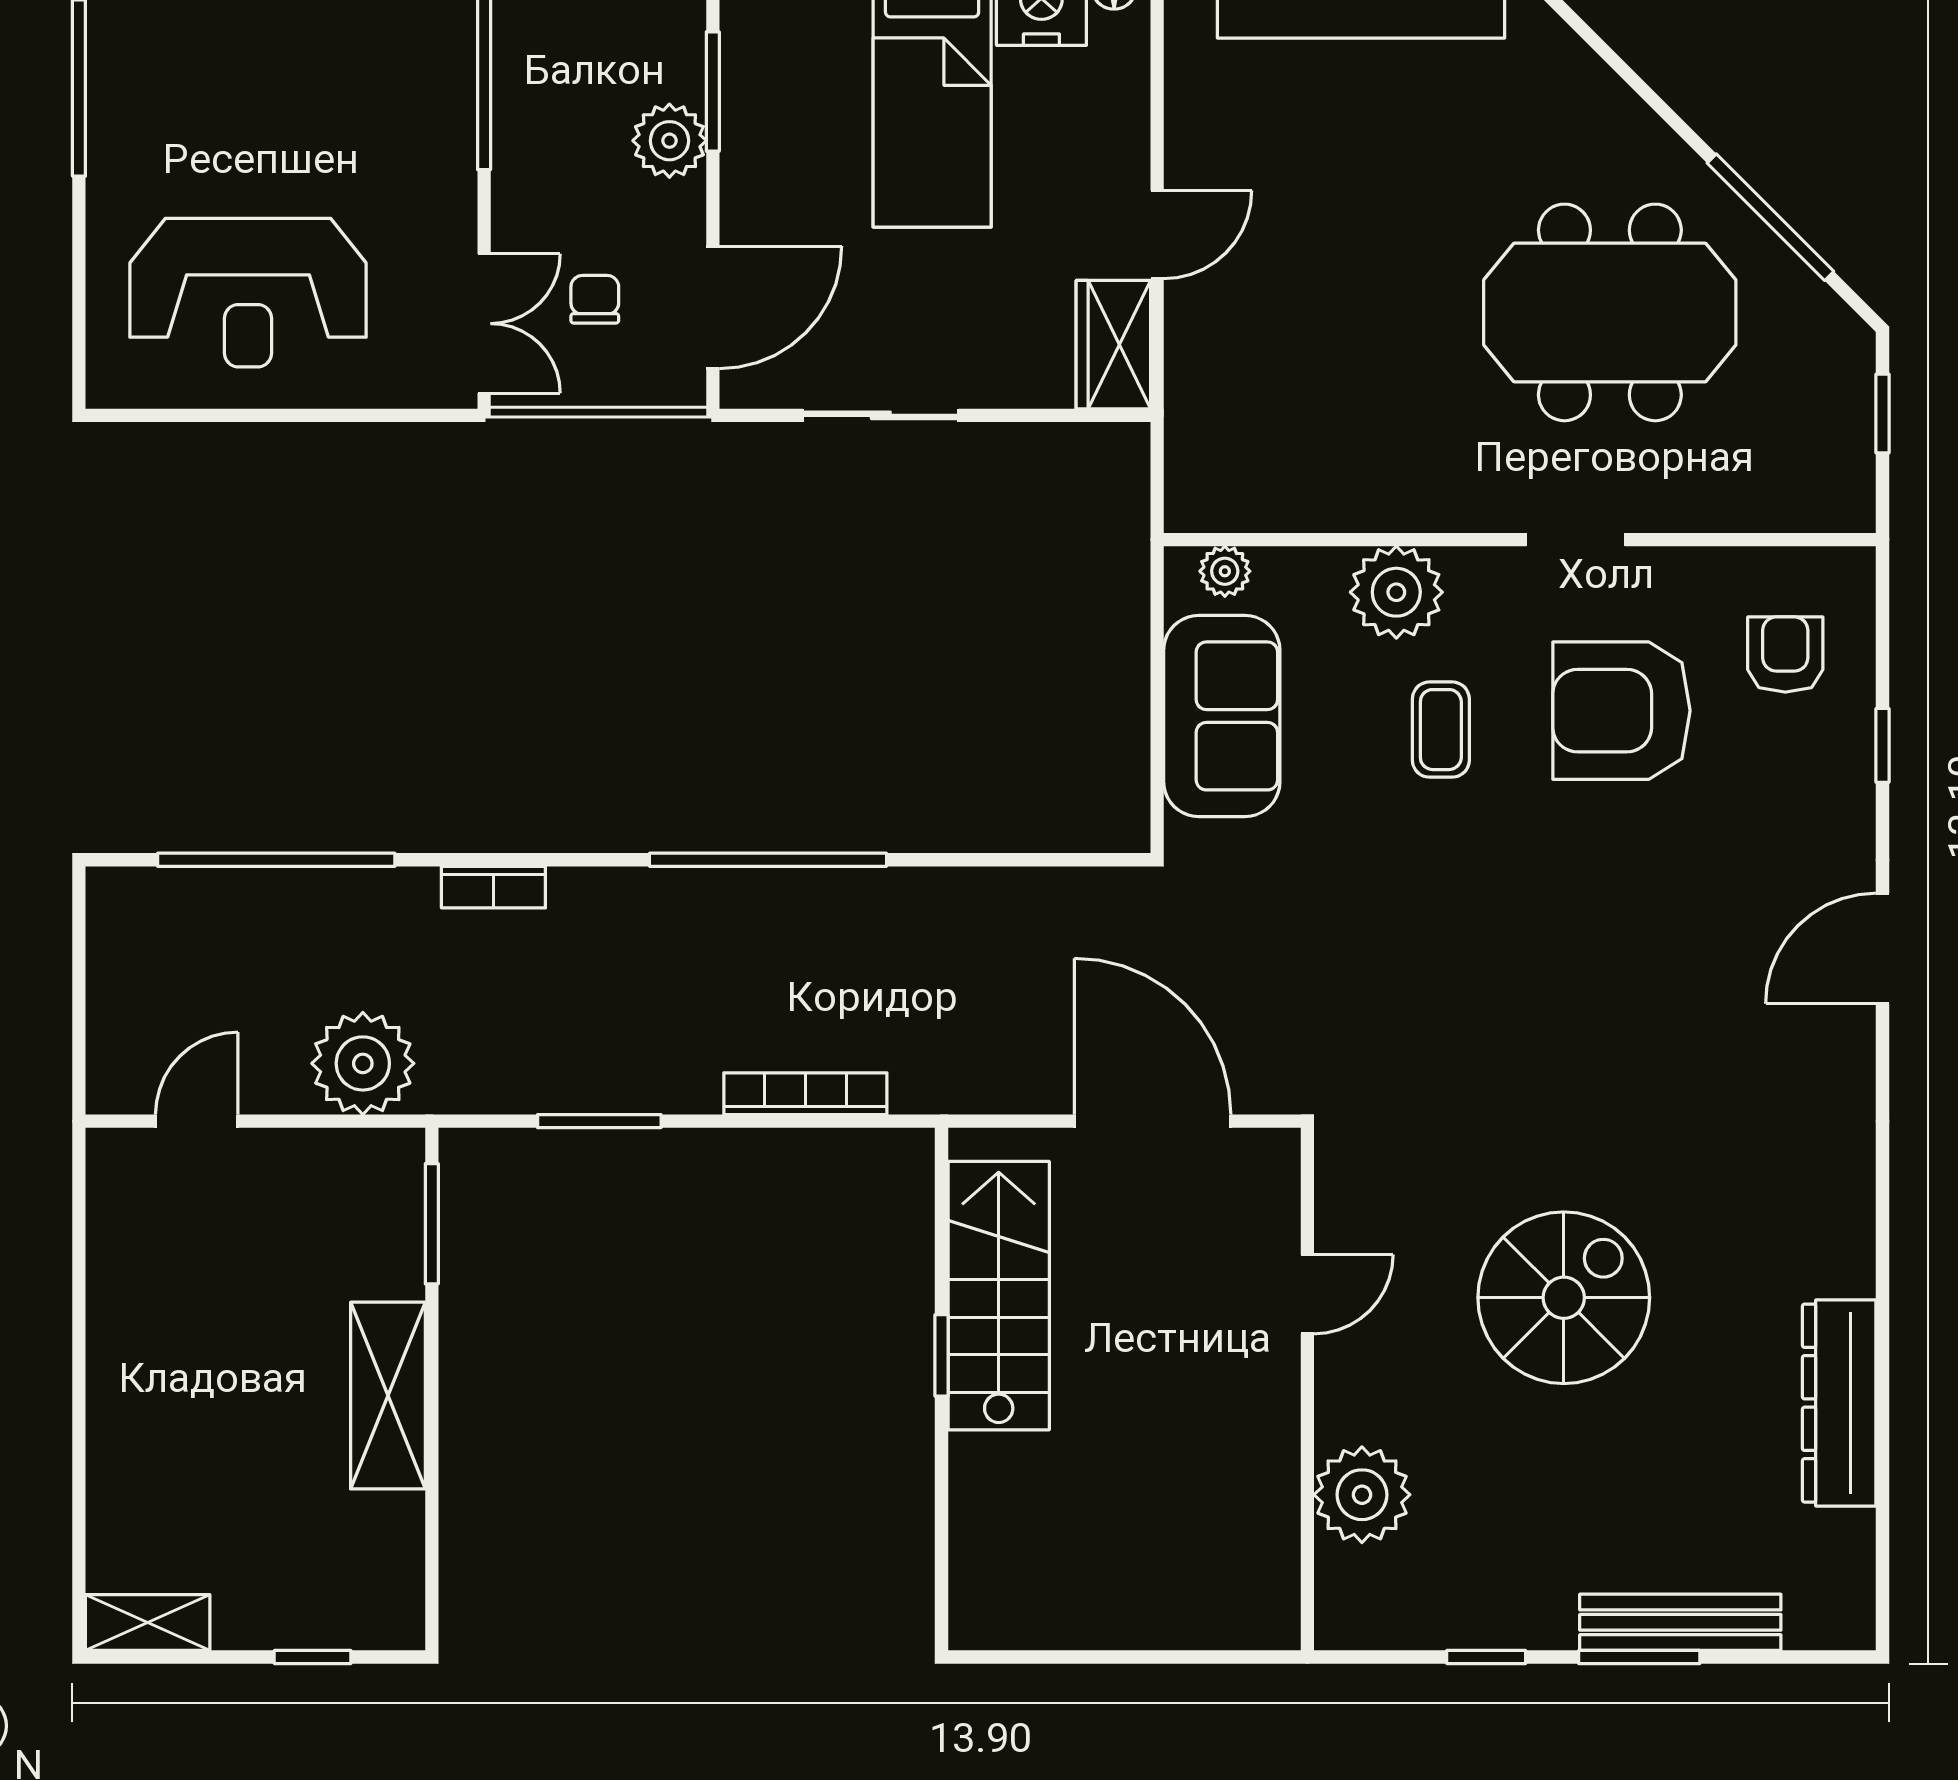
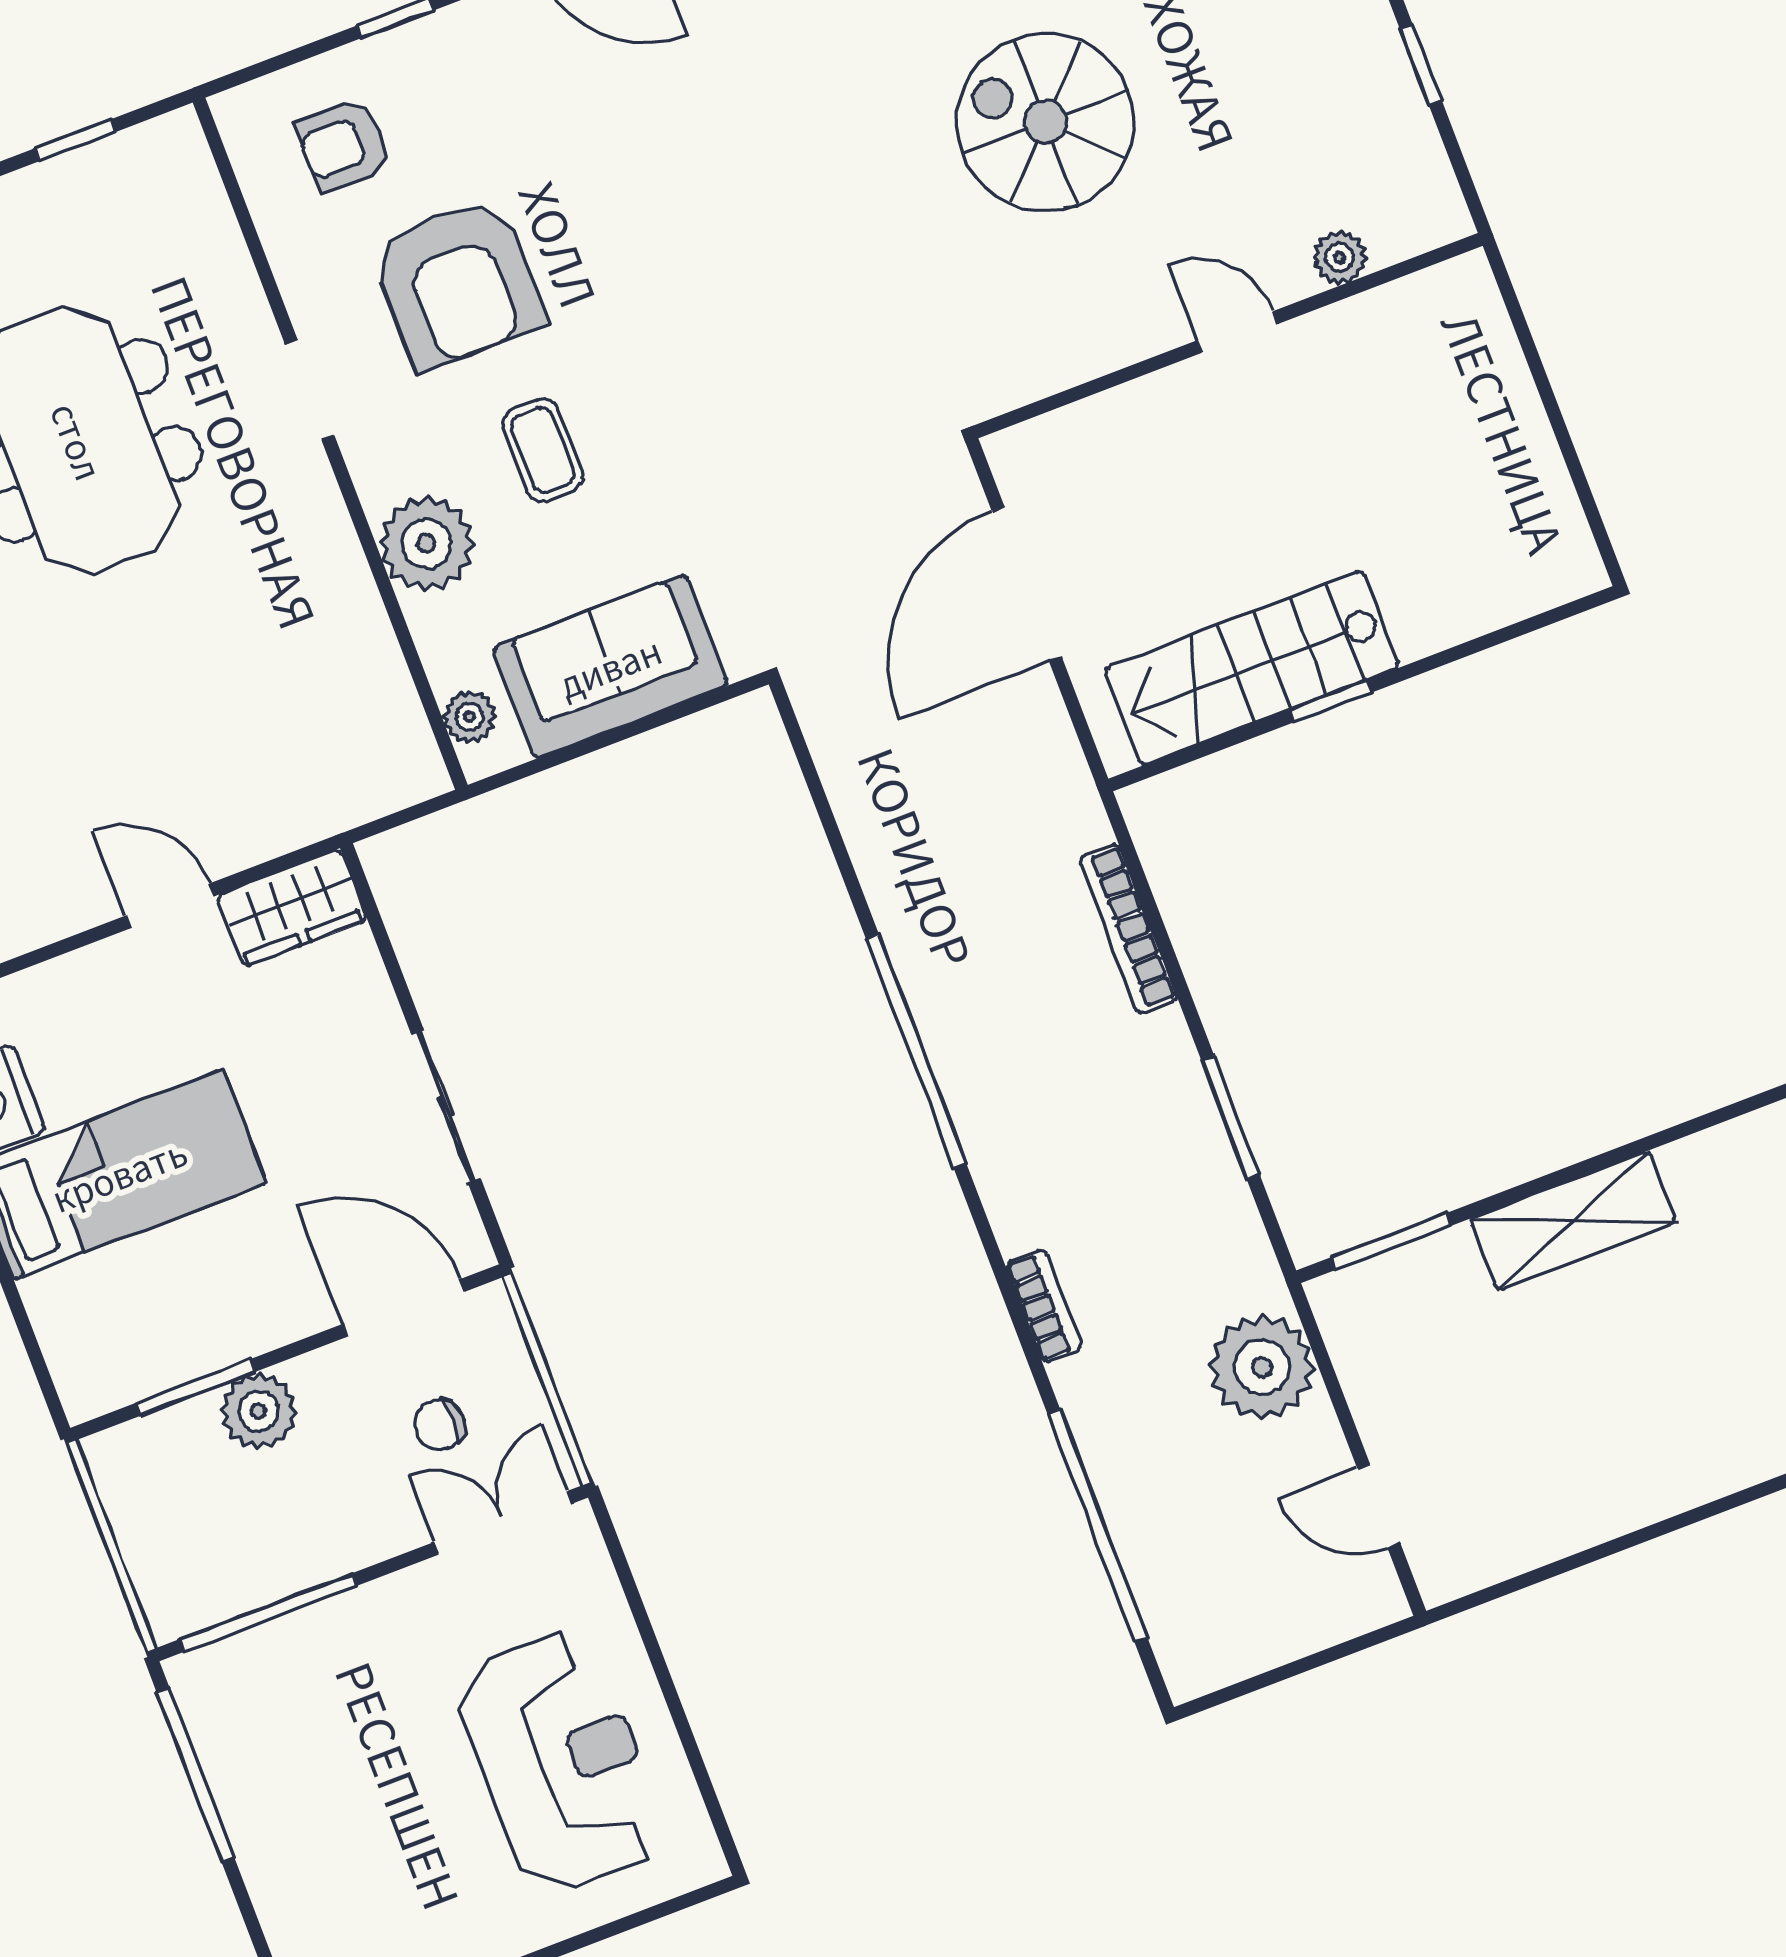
coffee table: (1441, 730) -> (543, 450), turned 90
door: (1307, 1294) -> (1237, 332), moved
plant: (1362, 1495) -> (1340, 257), width x0.53, depth x0.53

